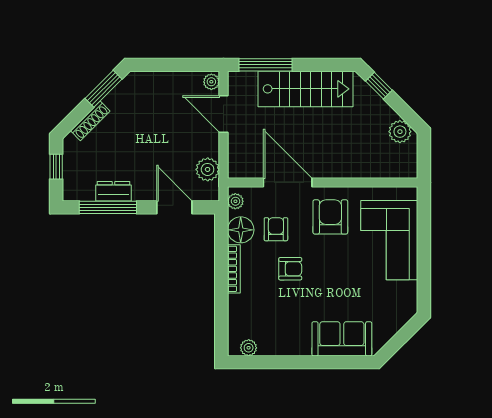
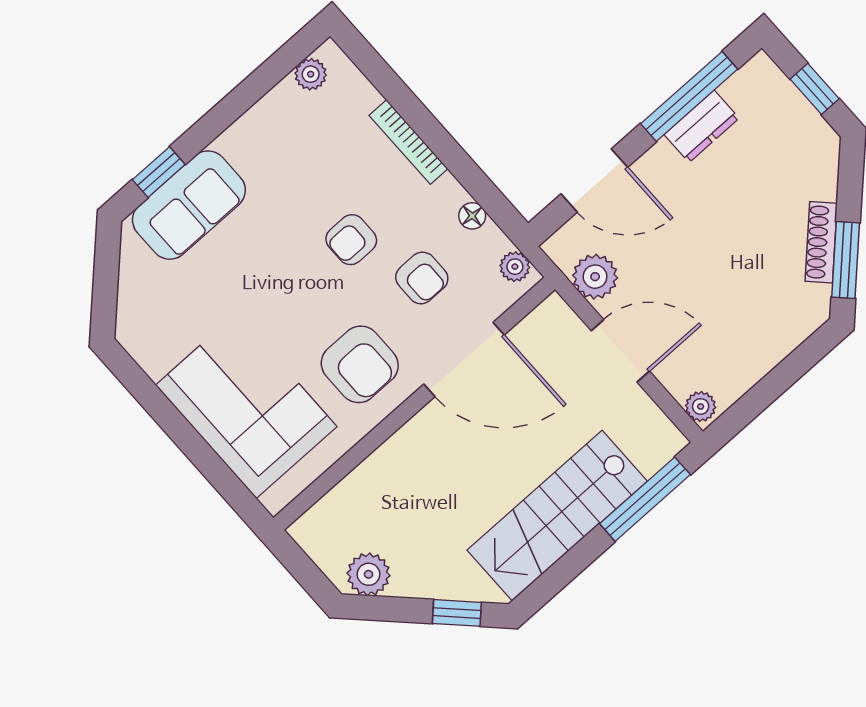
door: (223, 114) -> (620, 351), moved
shoe rack: (90, 121) -> (821, 242), moved
floor lamp: (241, 230) -> (472, 216), width x0.53, depth x0.53
bookcase: (234, 269) -> (409, 142), moved
window: (342, 362) -> (159, 172), added

